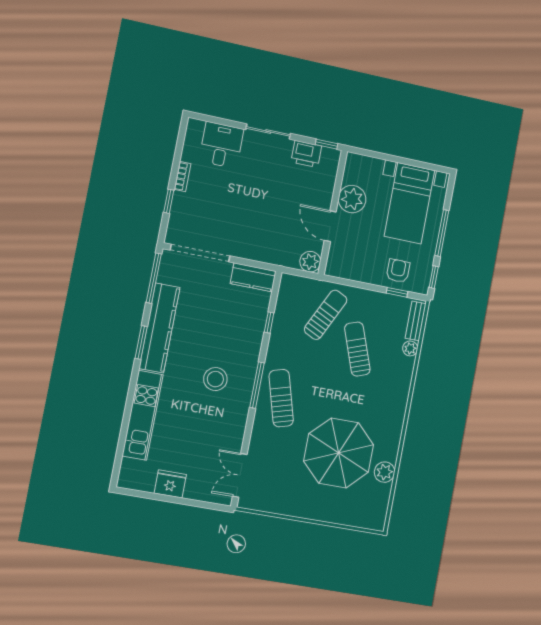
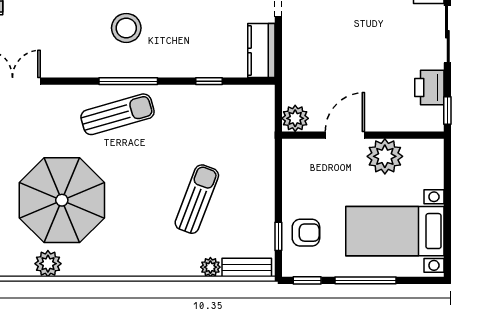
sun lounger: (326, 315) -> (232, 150), removed
sun lounger: (357, 349) -> (197, 199), turned -49

